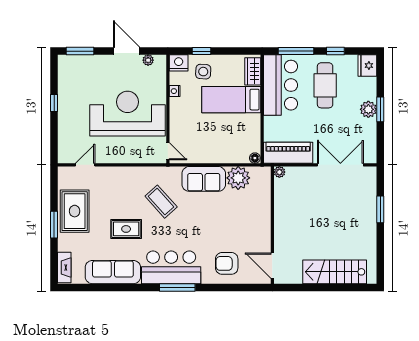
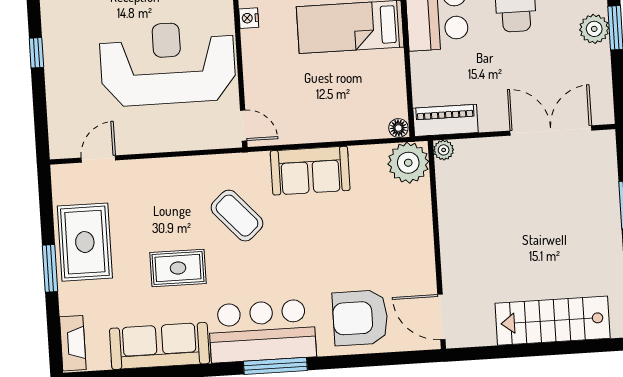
piano: (288, 153) -> (445, 120), width x0.73, depth x0.75
plant: (238, 178) -> (408, 163), moved
armchair: (227, 263) -> (360, 318), width x1.36, depth x1.36

